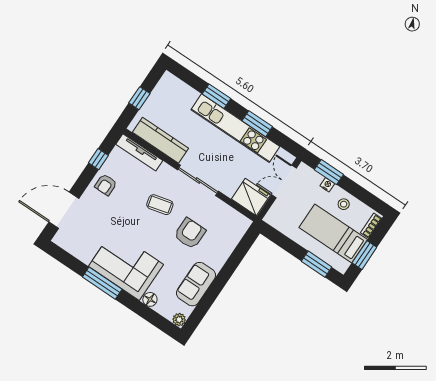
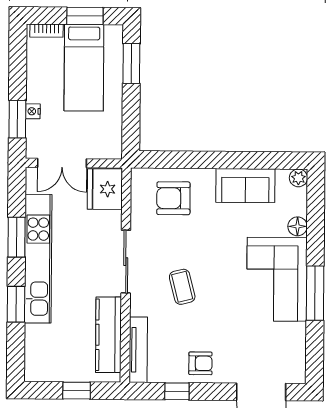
stool: (344, 204) -> (43, 78), removed
armchair: (190, 233) -> (173, 198), moved

